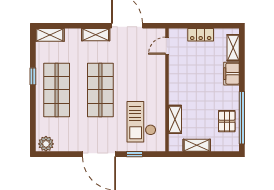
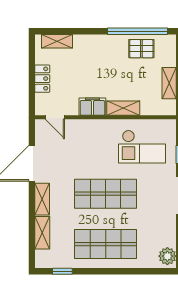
shelving: (50, 35) -> (42, 233), moved
filing cabinet: (231, 74) -> (92, 107), moved, turned 180
window: (33, 76) -> (62, 271), moved
shelving: (175, 119) -> (123, 108), moved

